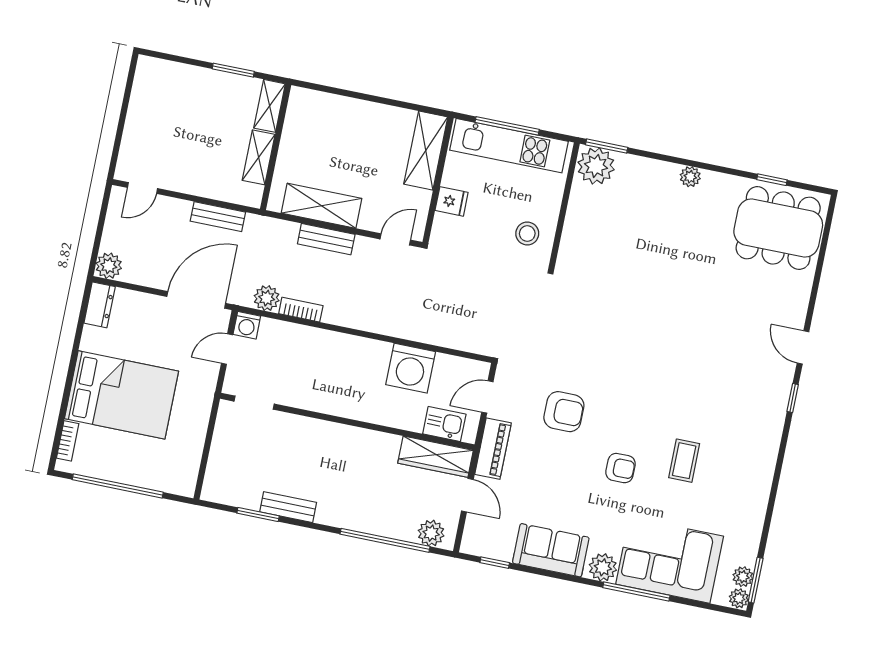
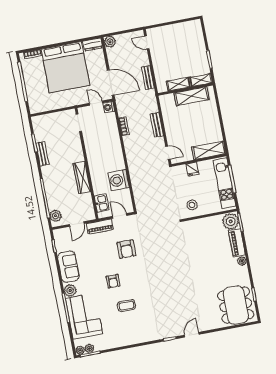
piano: (647, 171) -> (237, 243), added
shelving: (322, 206) -> (191, 96), moved, turned 90
plant: (267, 298) -> (123, 111), removed
bed: (122, 395) -> (65, 67), width x1.36
wardrobe: (436, 457) -> (82, 178), moved

